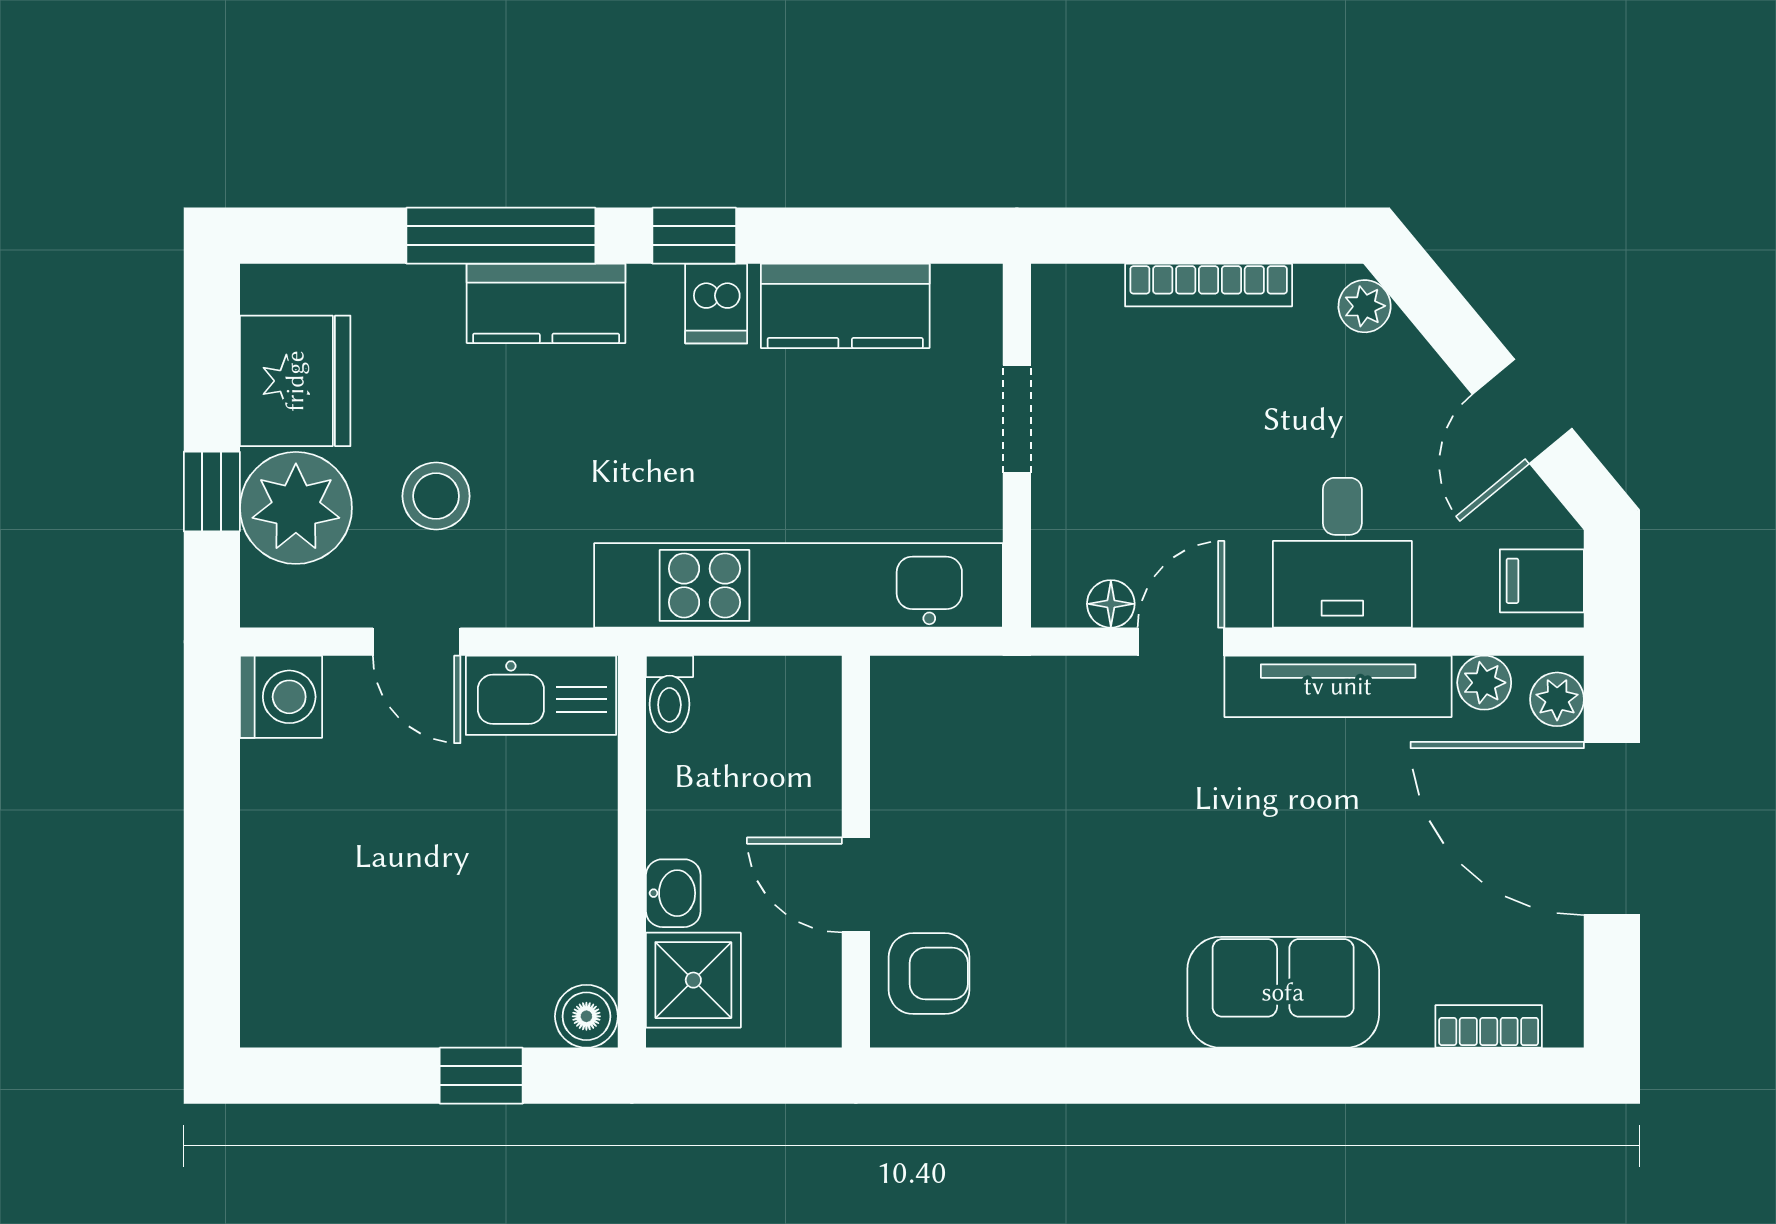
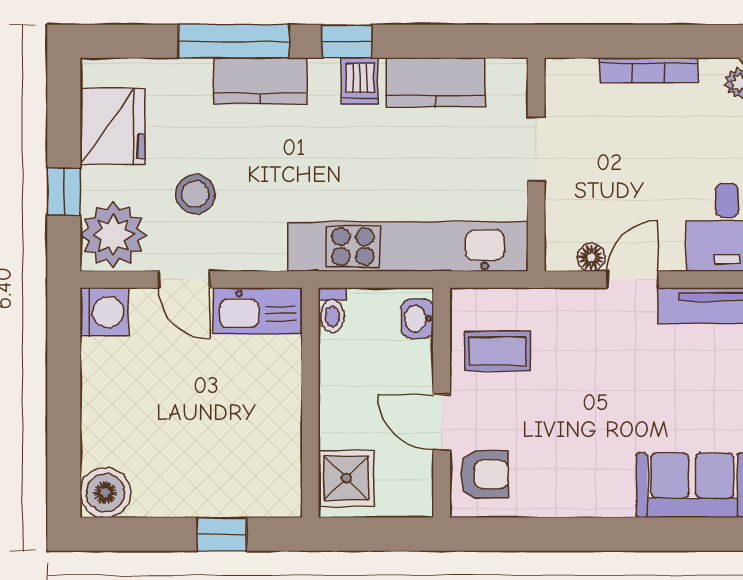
plant: (296, 508) -> (113, 235), moved
coffee table: (951, 764) -> (498, 351), added
washbasin: (673, 893) -> (417, 319), moved, turned 180
boiler: (586, 1016) -> (105, 493), moved, width x1.36, depth x1.36

